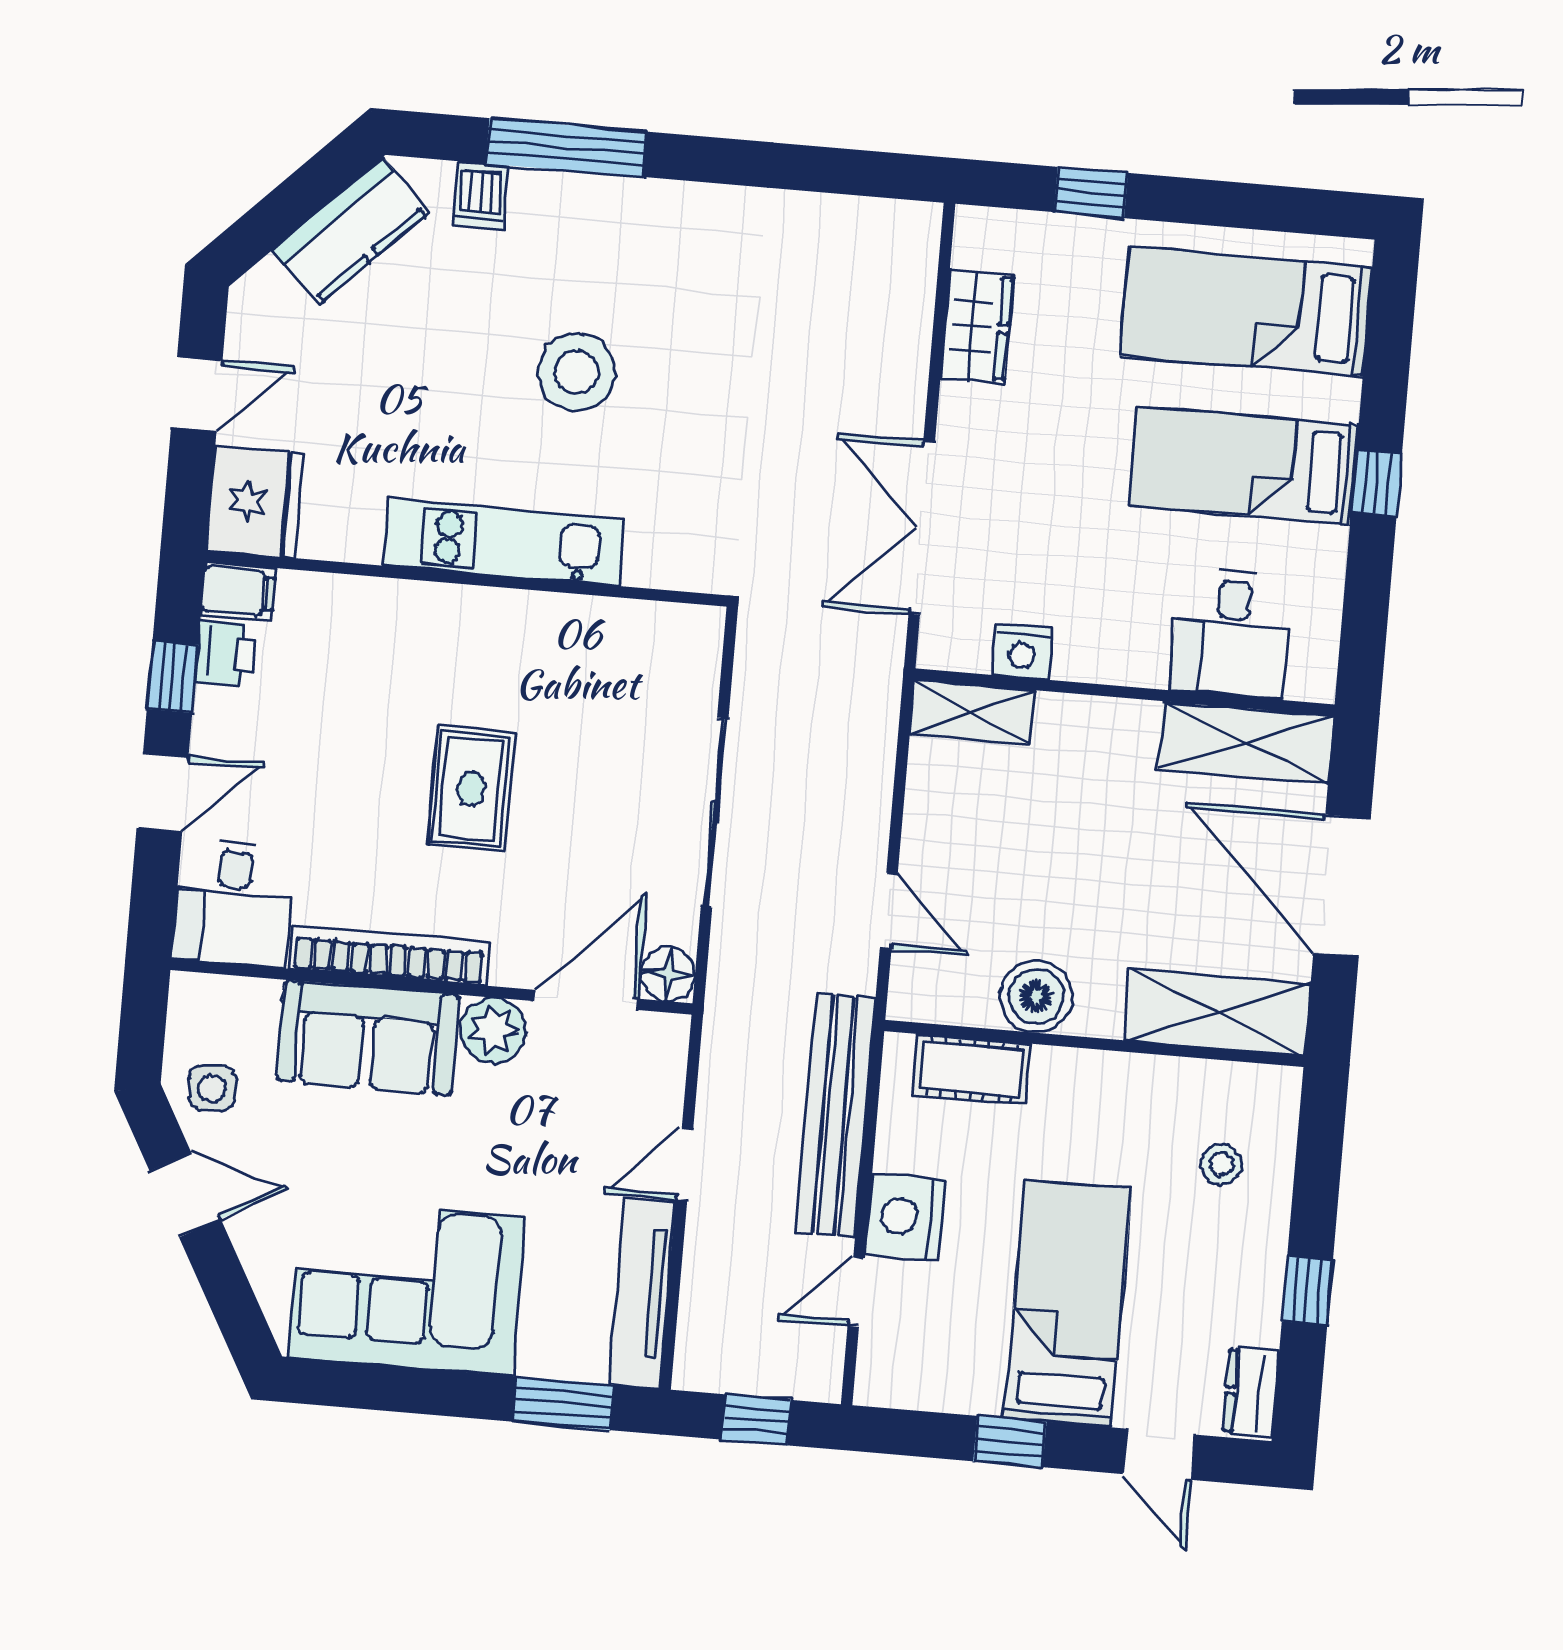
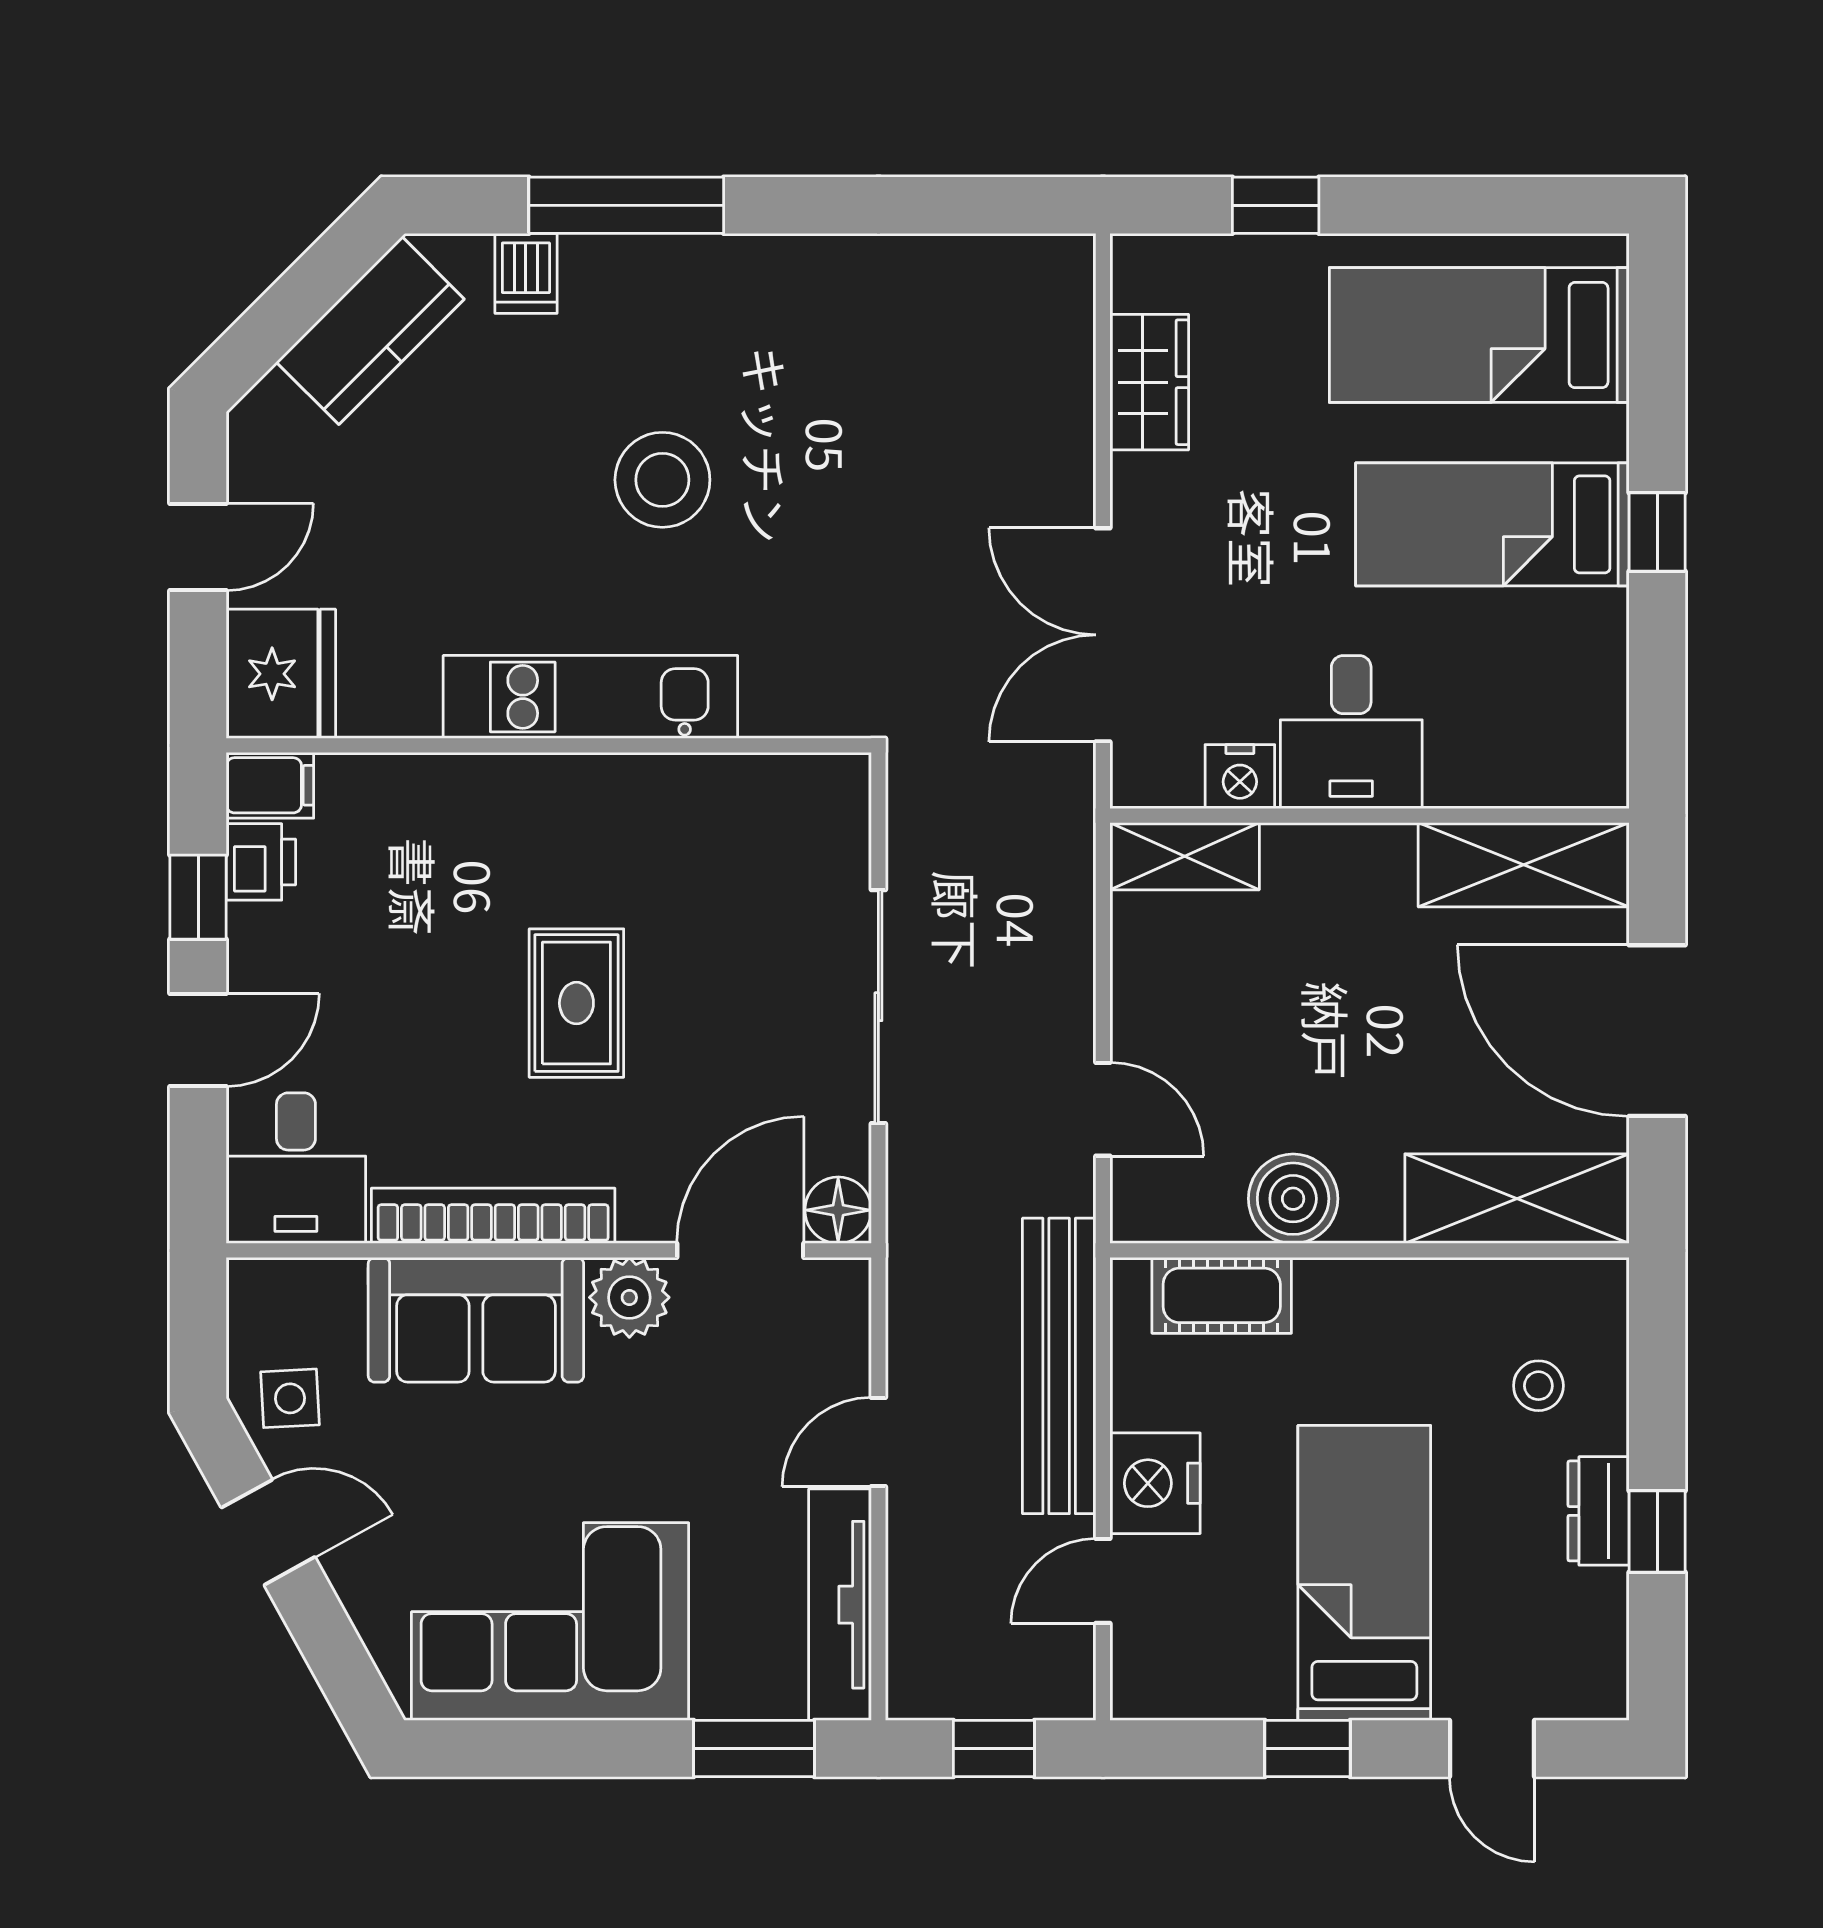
desk: (1232, 633) -> (1351, 732), moved
dresser: (1251, 1392) -> (1598, 1511), moved

